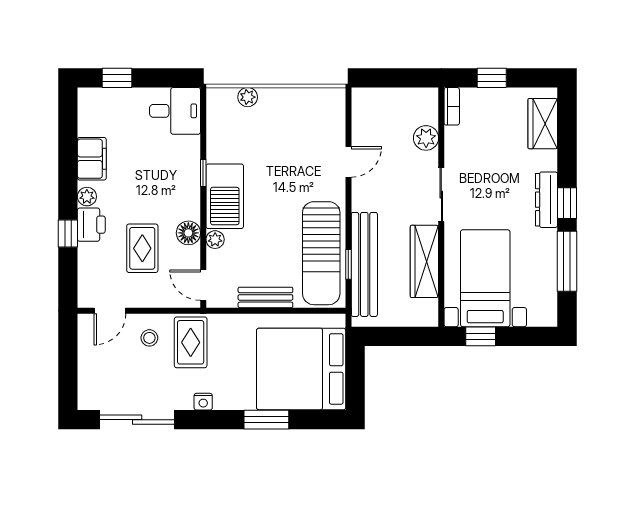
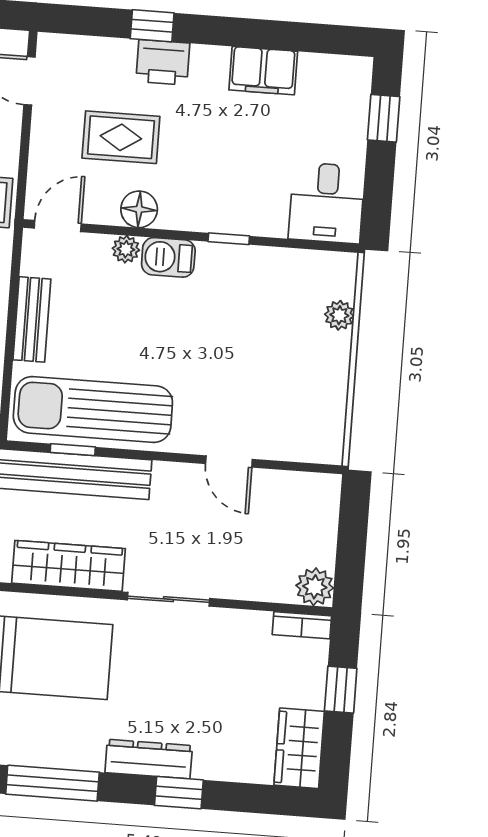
wardrobe: (543, 124) -> (299, 748), moved, turned -90
plant: (426, 138) -> (315, 587), moved
barbecue: (225, 196) -> (168, 257), width x0.53, depth x0.65
plant: (87, 197) -> (206, 59), removed
window: (567, 203) -> (179, 793), moved

